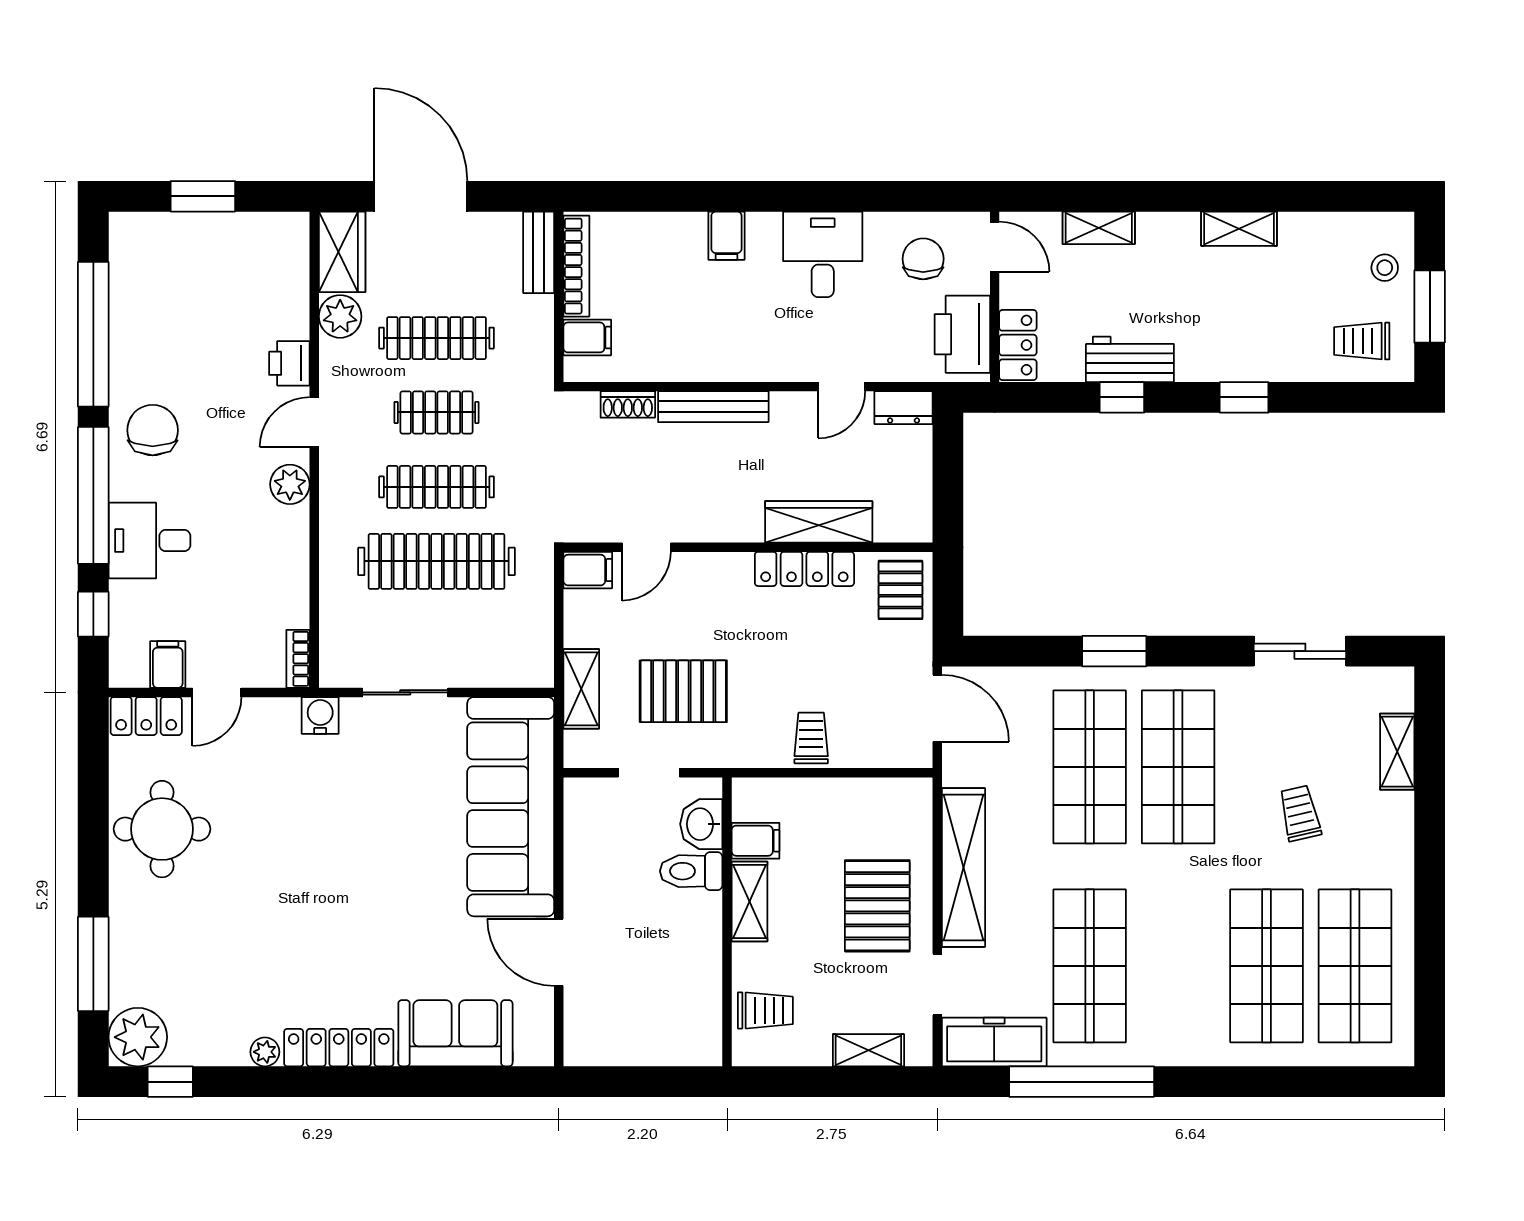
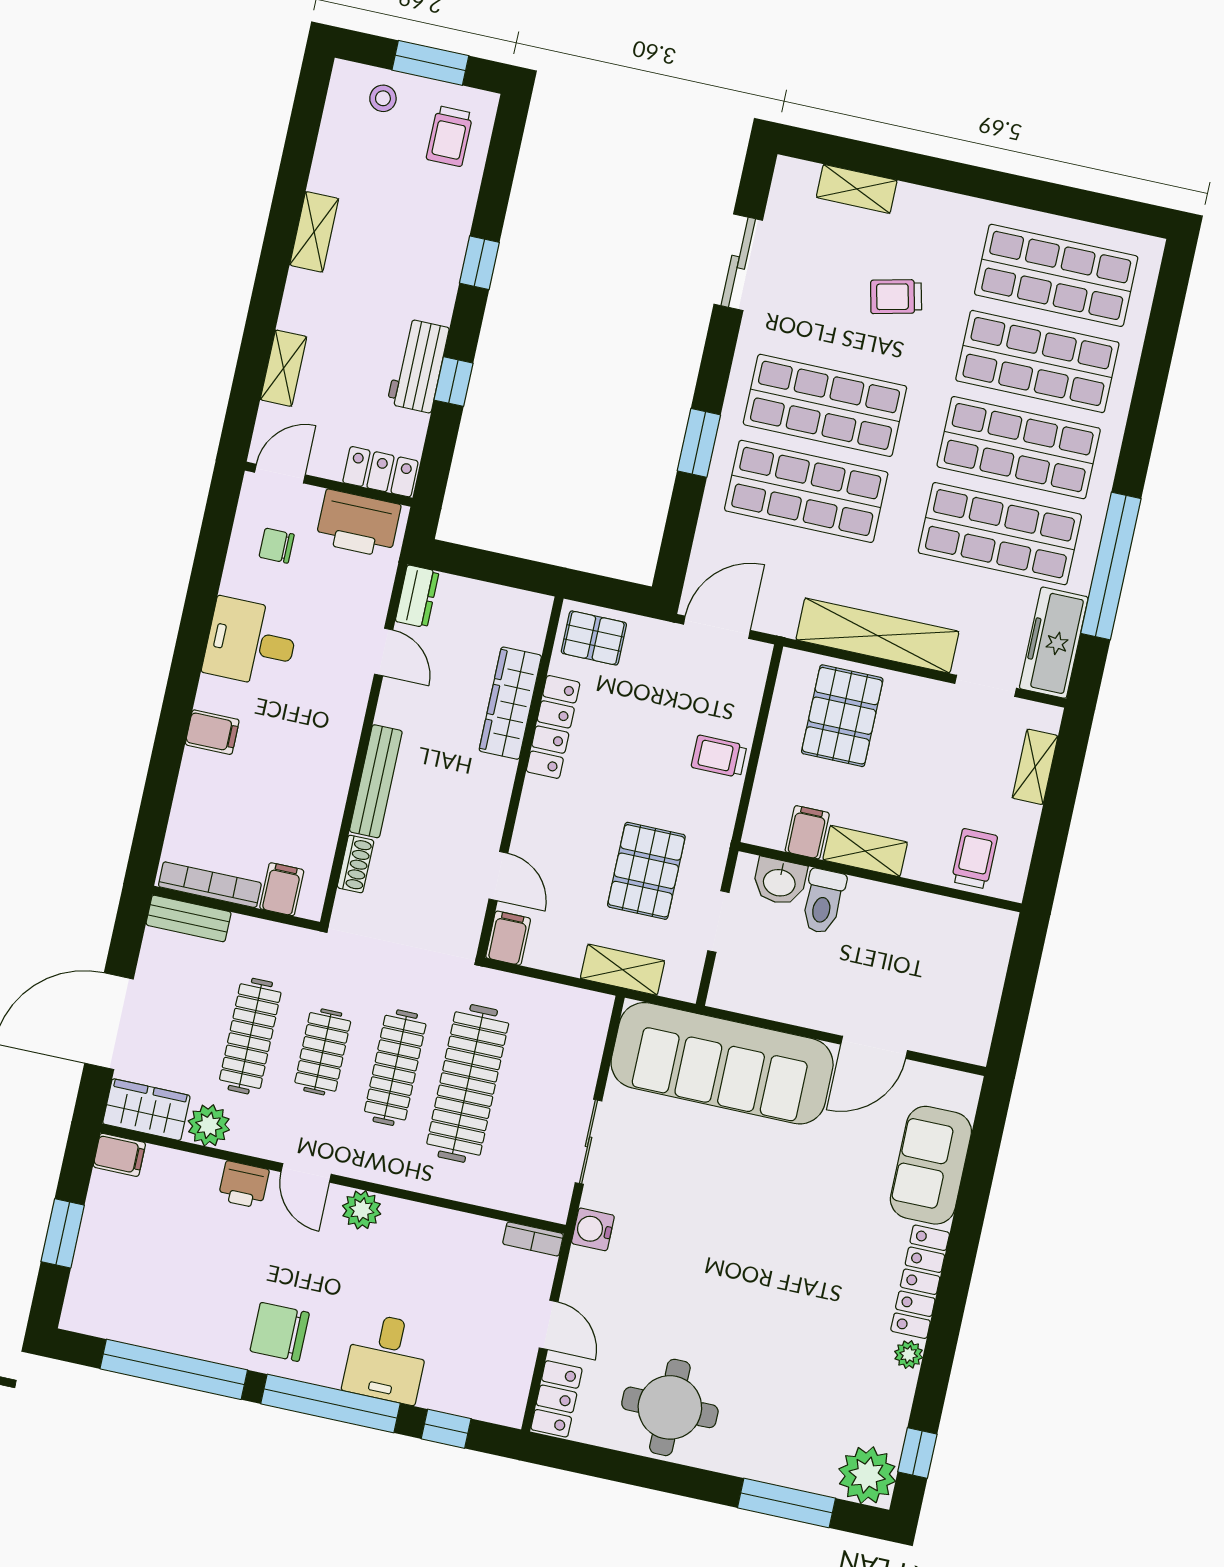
chair: (923, 259) -> (277, 546), width x0.73, depth x0.73
filing cabinet: (168, 664) -> (119, 1155), moved, turned 180
pallet: (877, 906) -> (842, 716), moved, turned 90
shop shelf: (1178, 966) -> (1019, 448), added

